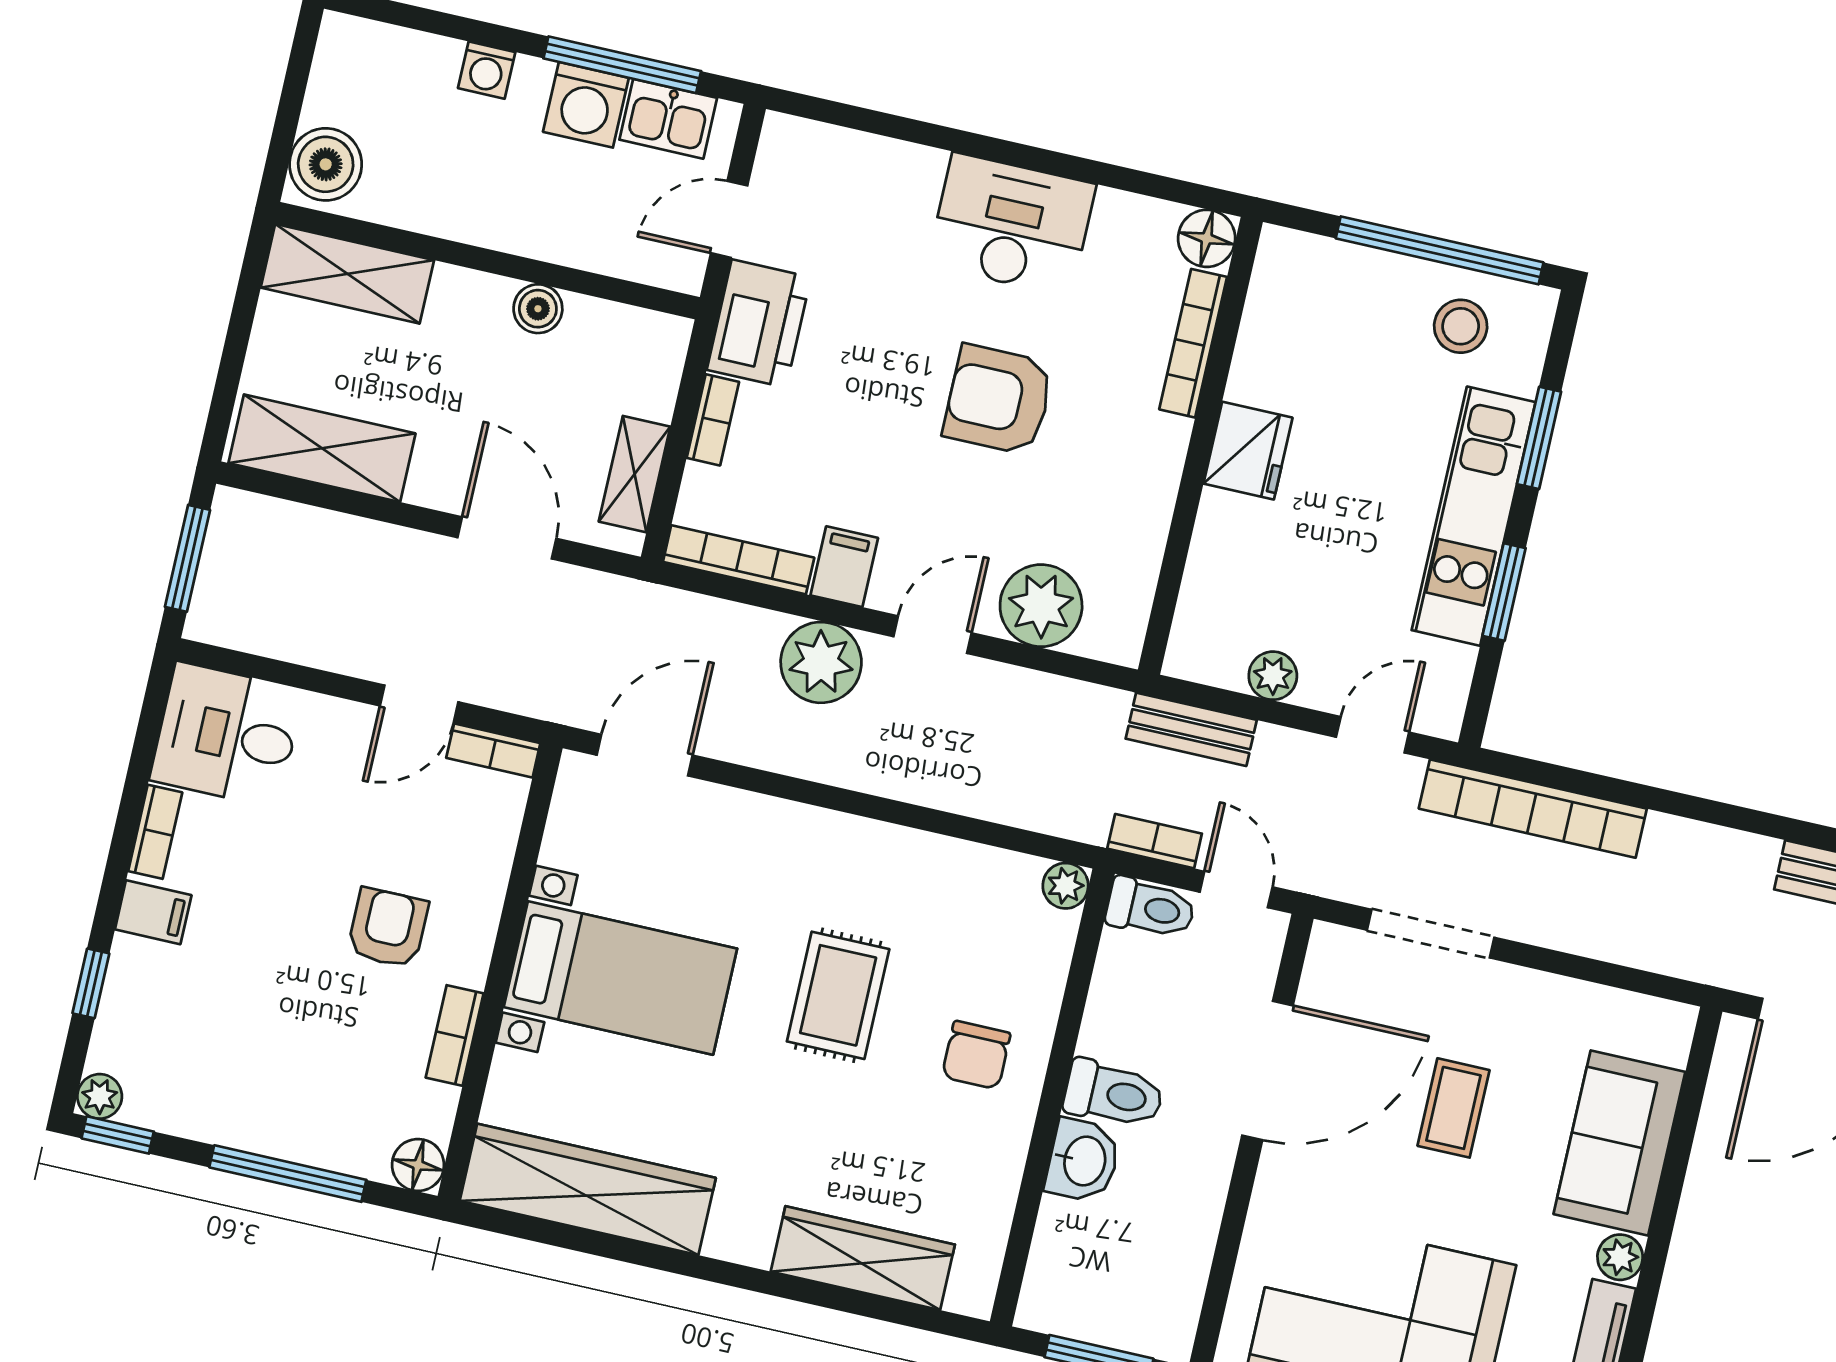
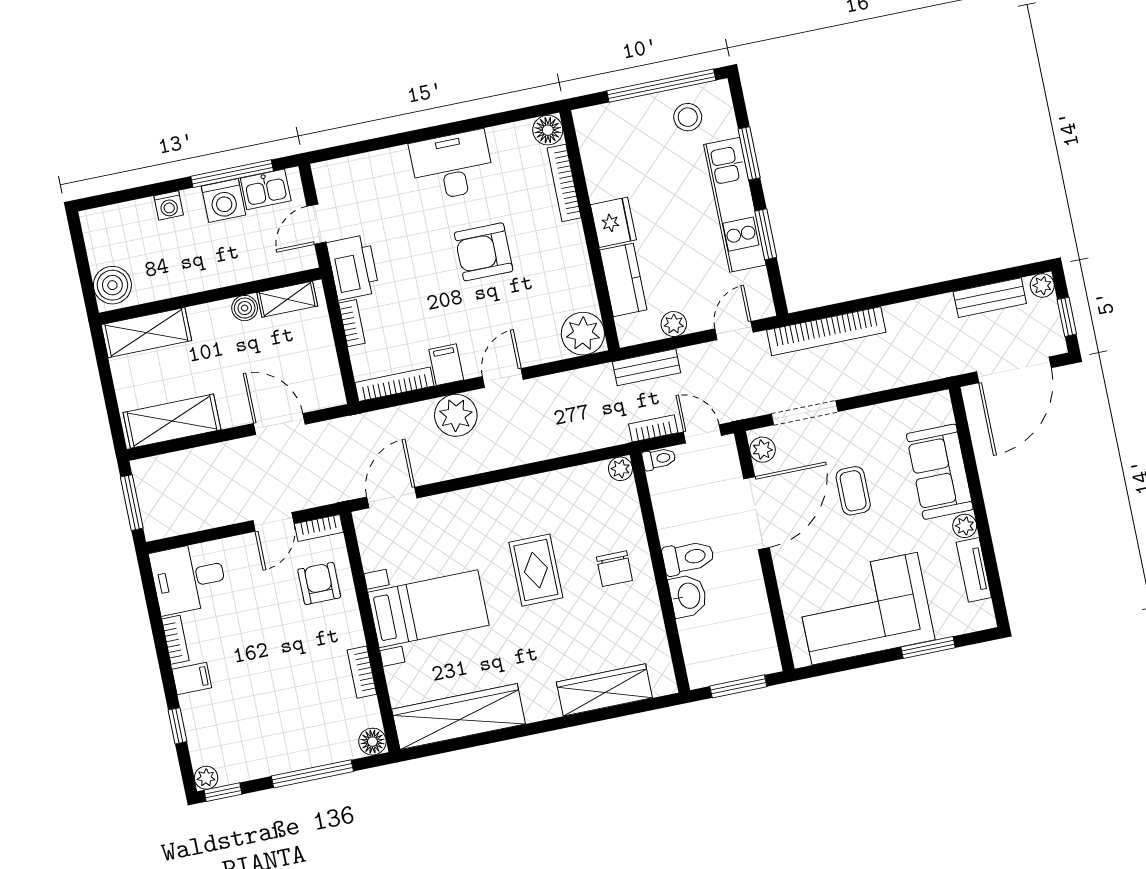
shelving: (635, 474) -> (287, 299), moved, turned 90
kitchen counter: (1220, 559) -> (623, 280), added
plant: (1041, 606) -> (583, 334), moved
toilet: (1151, 908) -> (659, 459), width x0.73, depth x0.72
armchair: (388, 928) -> (319, 583), moved
plant: (1328, 965) -> (762, 450), added

